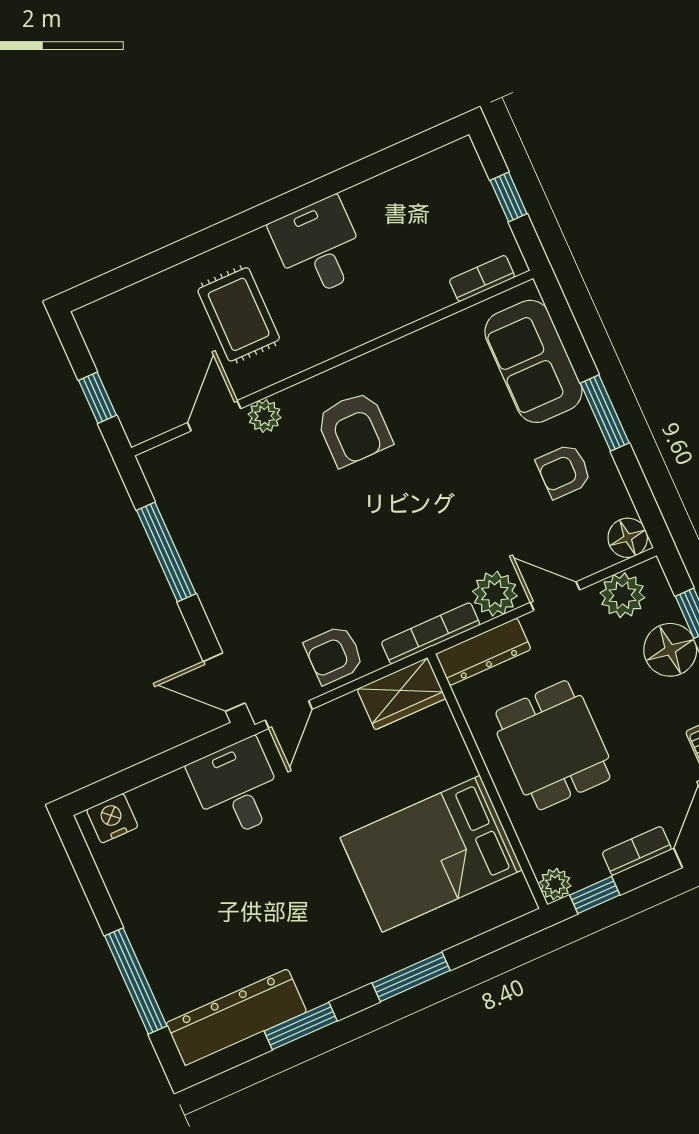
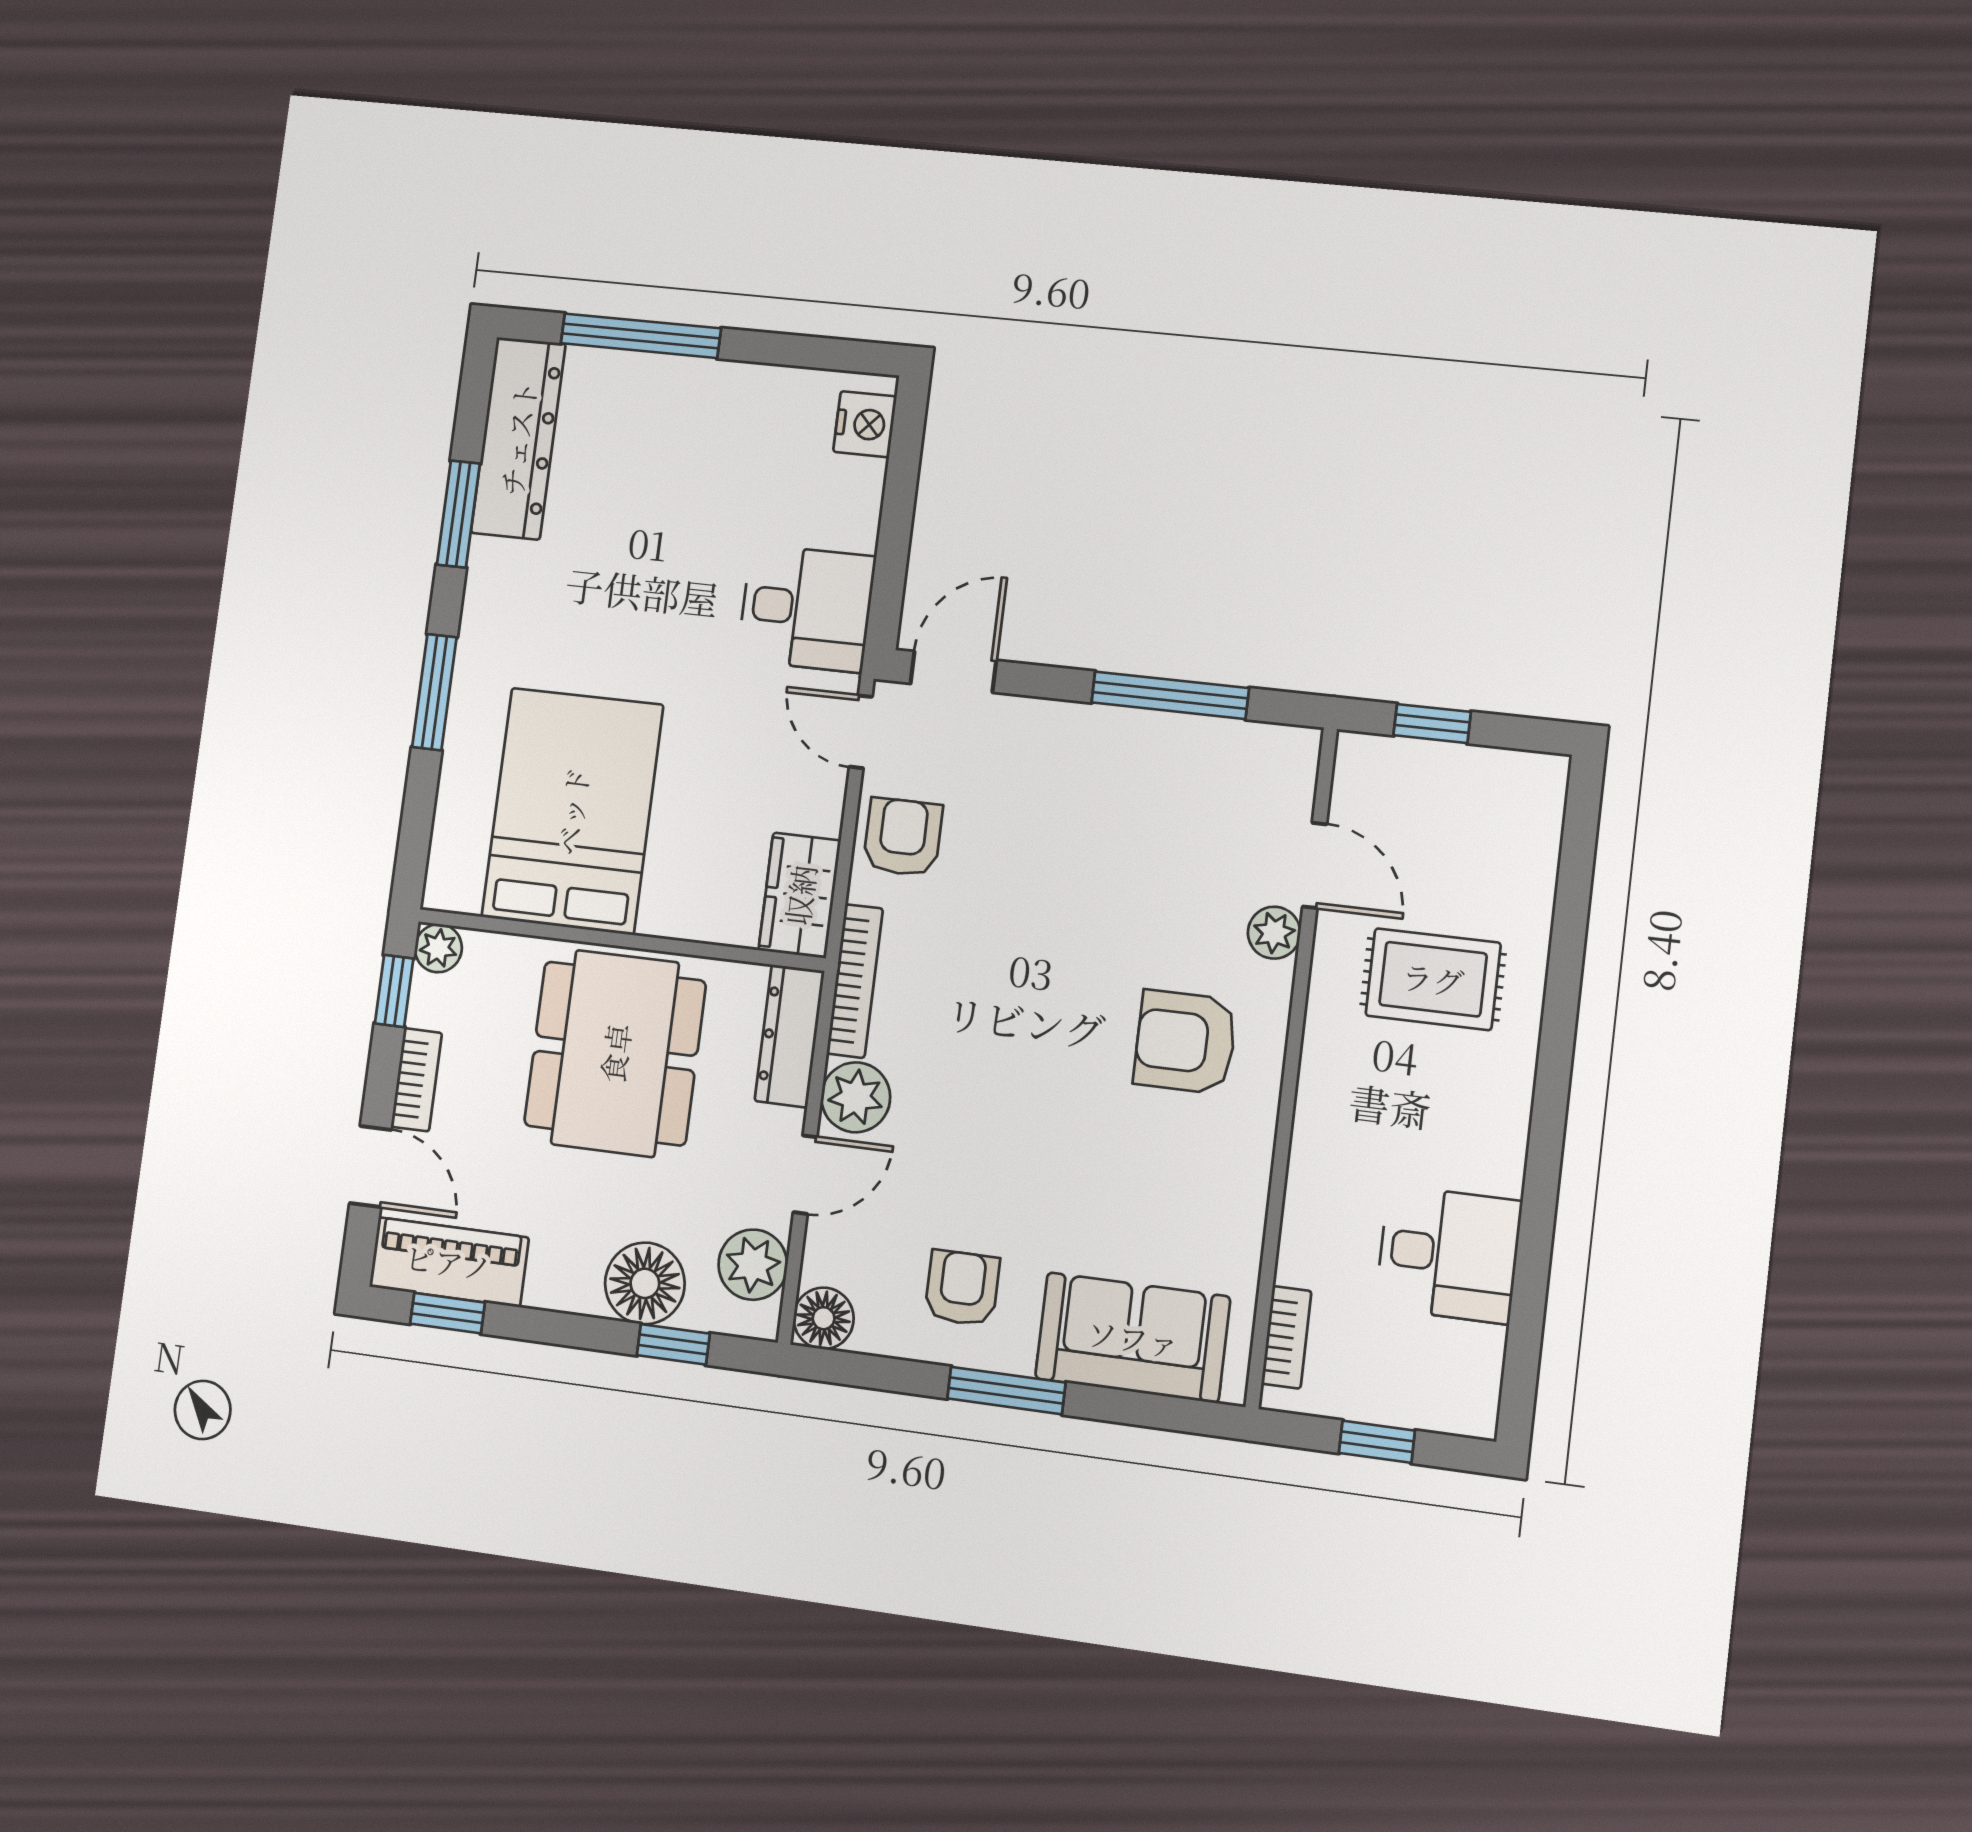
desk: (319, 247) -> (1449, 1254), moved
dining table: (553, 745) -> (615, 1053), width x1.38

